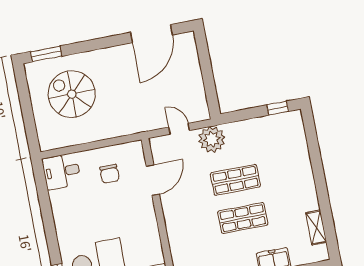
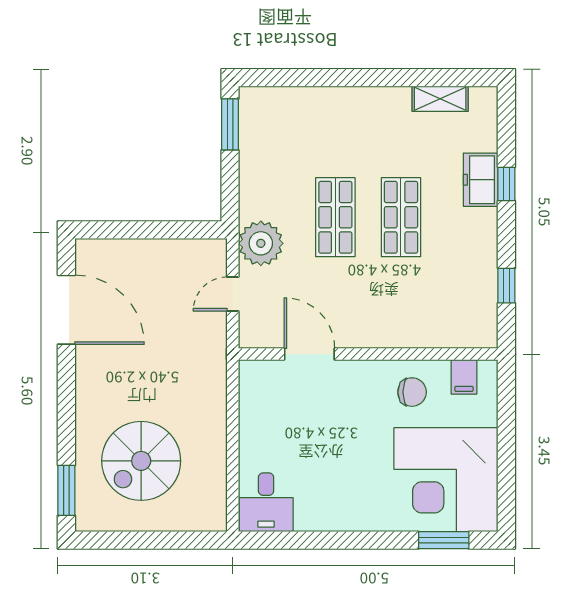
window: (278, 108) -> (230, 124), width x1.50
chair: (110, 174) -> (412, 392), moved

